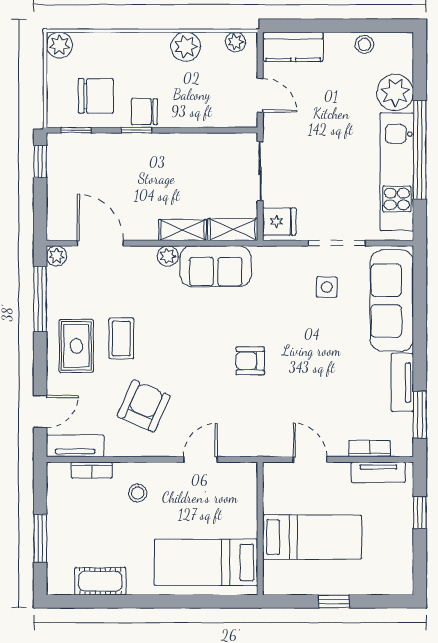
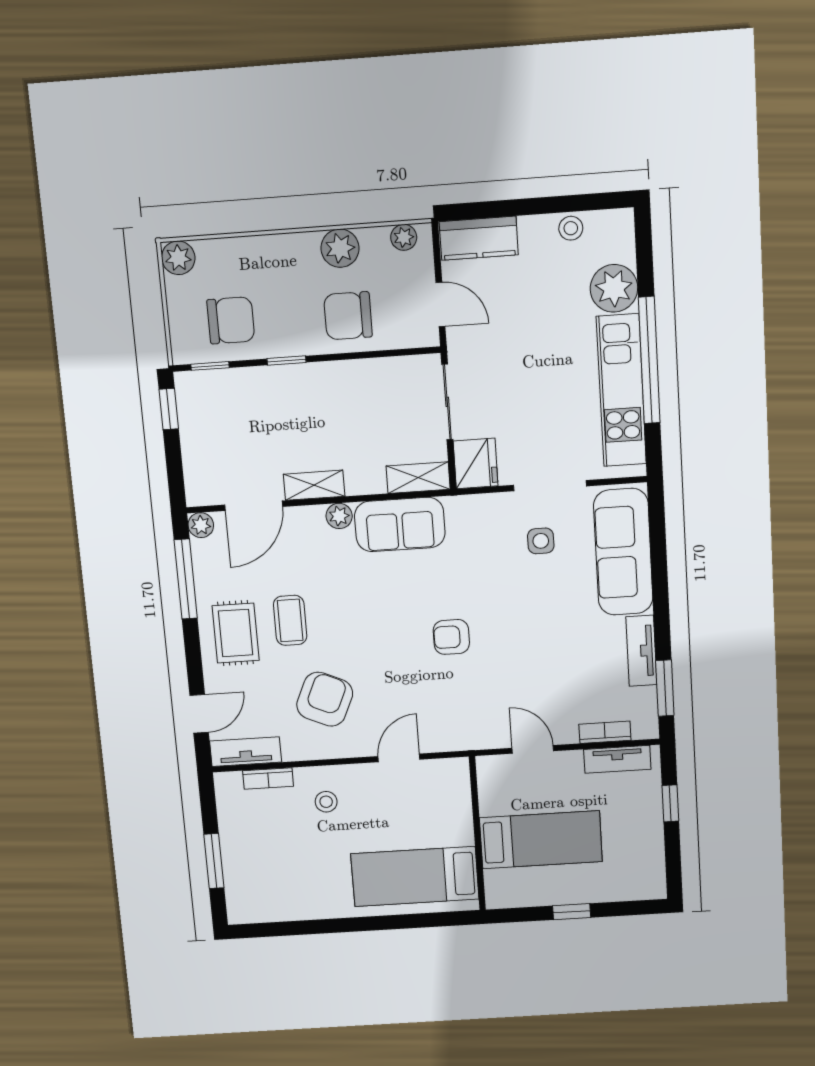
chair: (144, 112) -> (348, 316), moved, width x1.37, depth x1.37
fridge: (279, 221) -> (476, 463), width x1.38
shelving: (183, 230) -> (314, 485), moved
door: (100, 243) -> (254, 506), swing flipped
cot: (100, 581) -> (290, 905), removed

